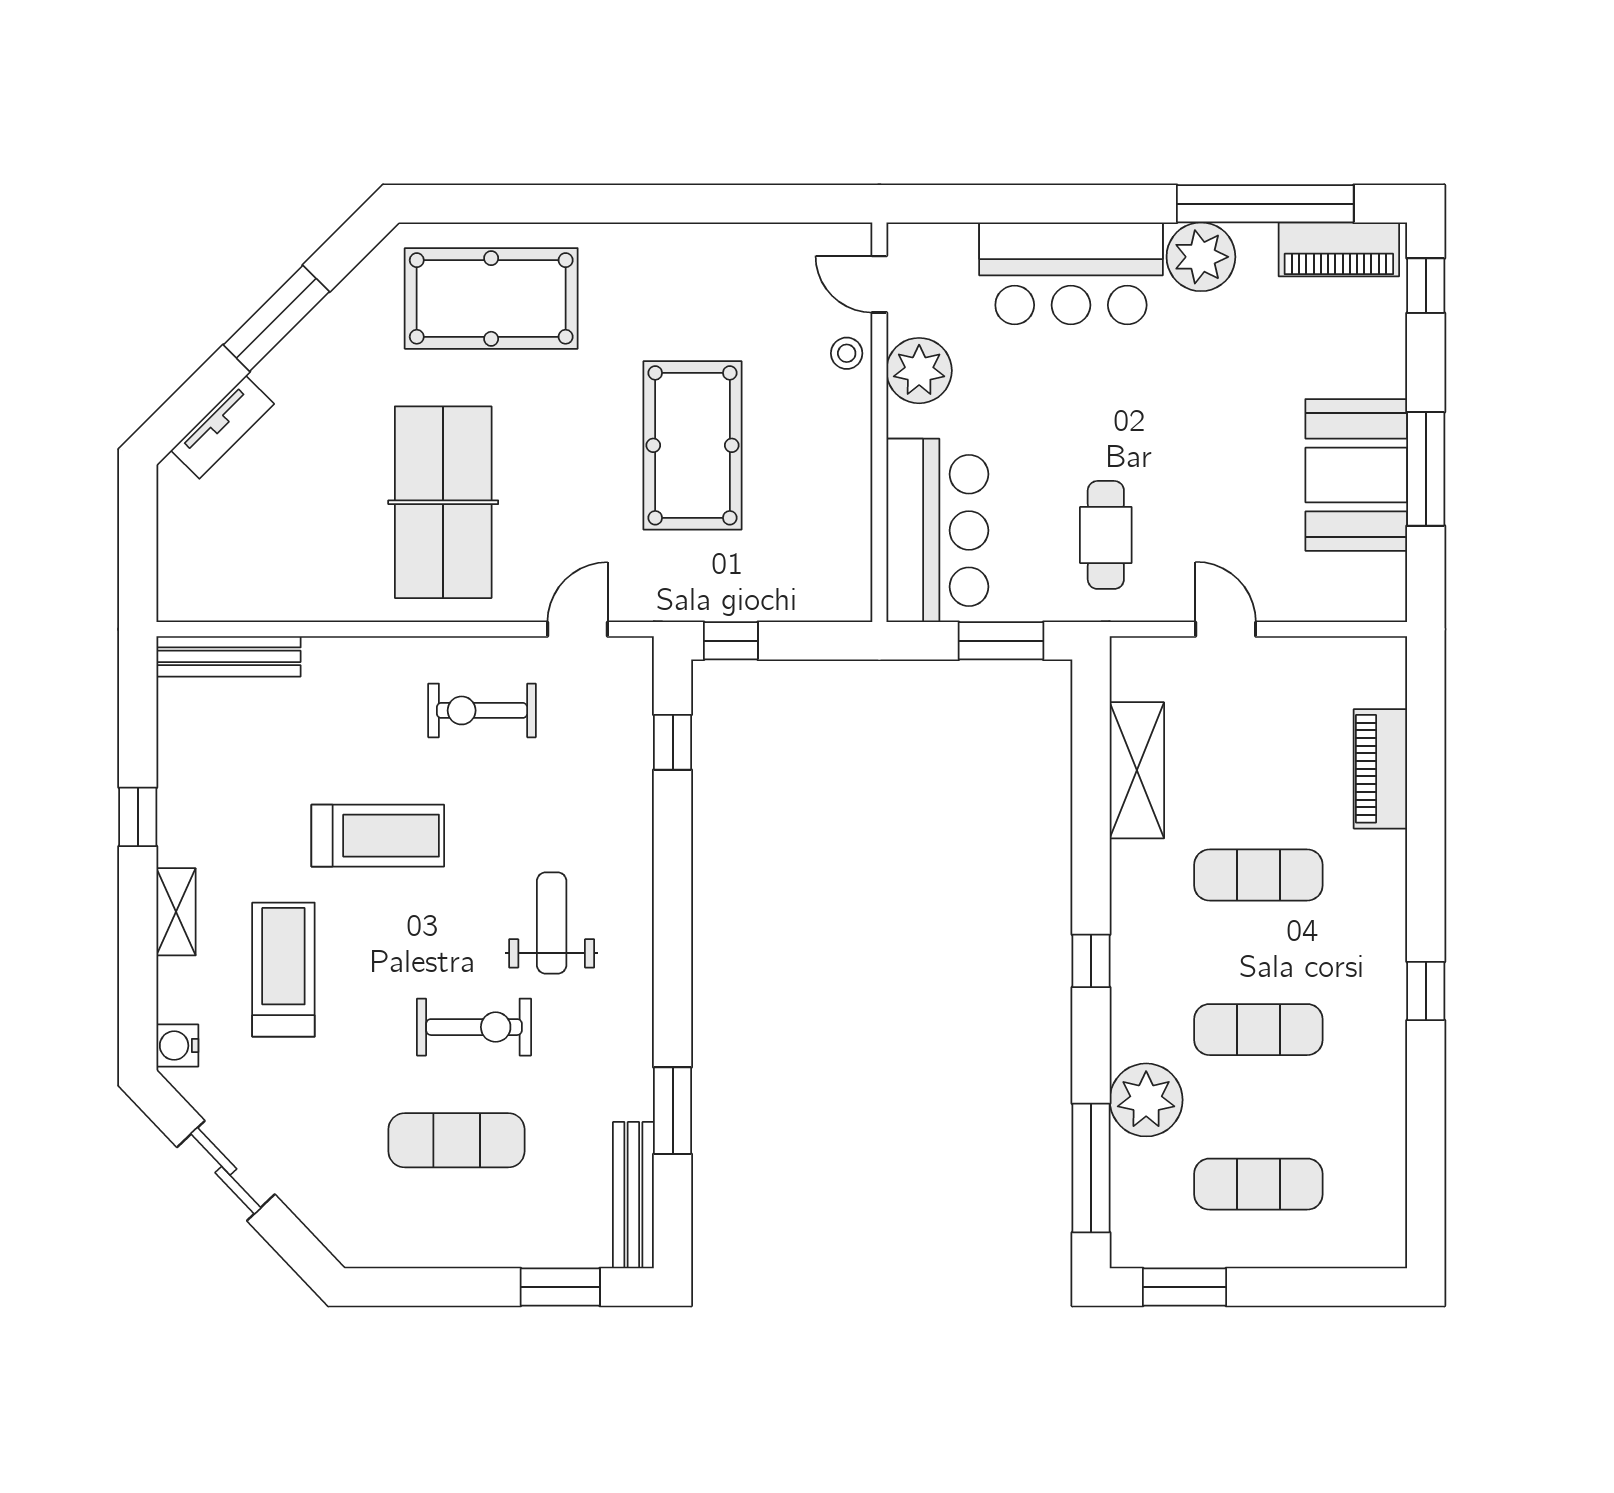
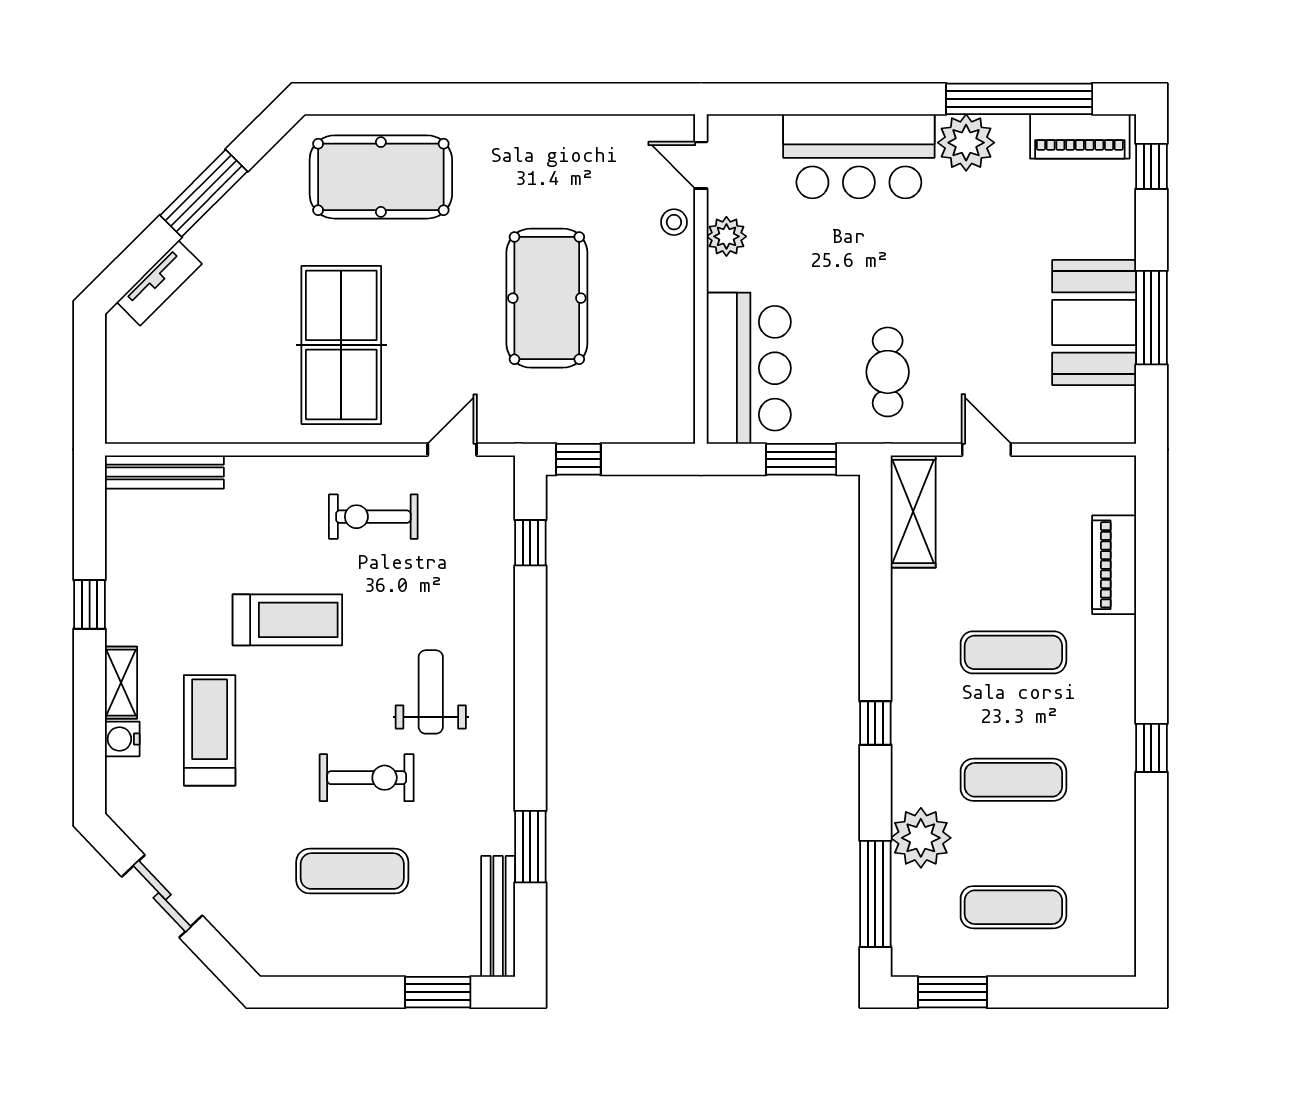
plant: (919, 371) -> (726, 236), width x0.73, depth x0.73
shelving: (1137, 770) -> (913, 512), moved
water cooler: (177, 1046) -> (122, 739), moved

